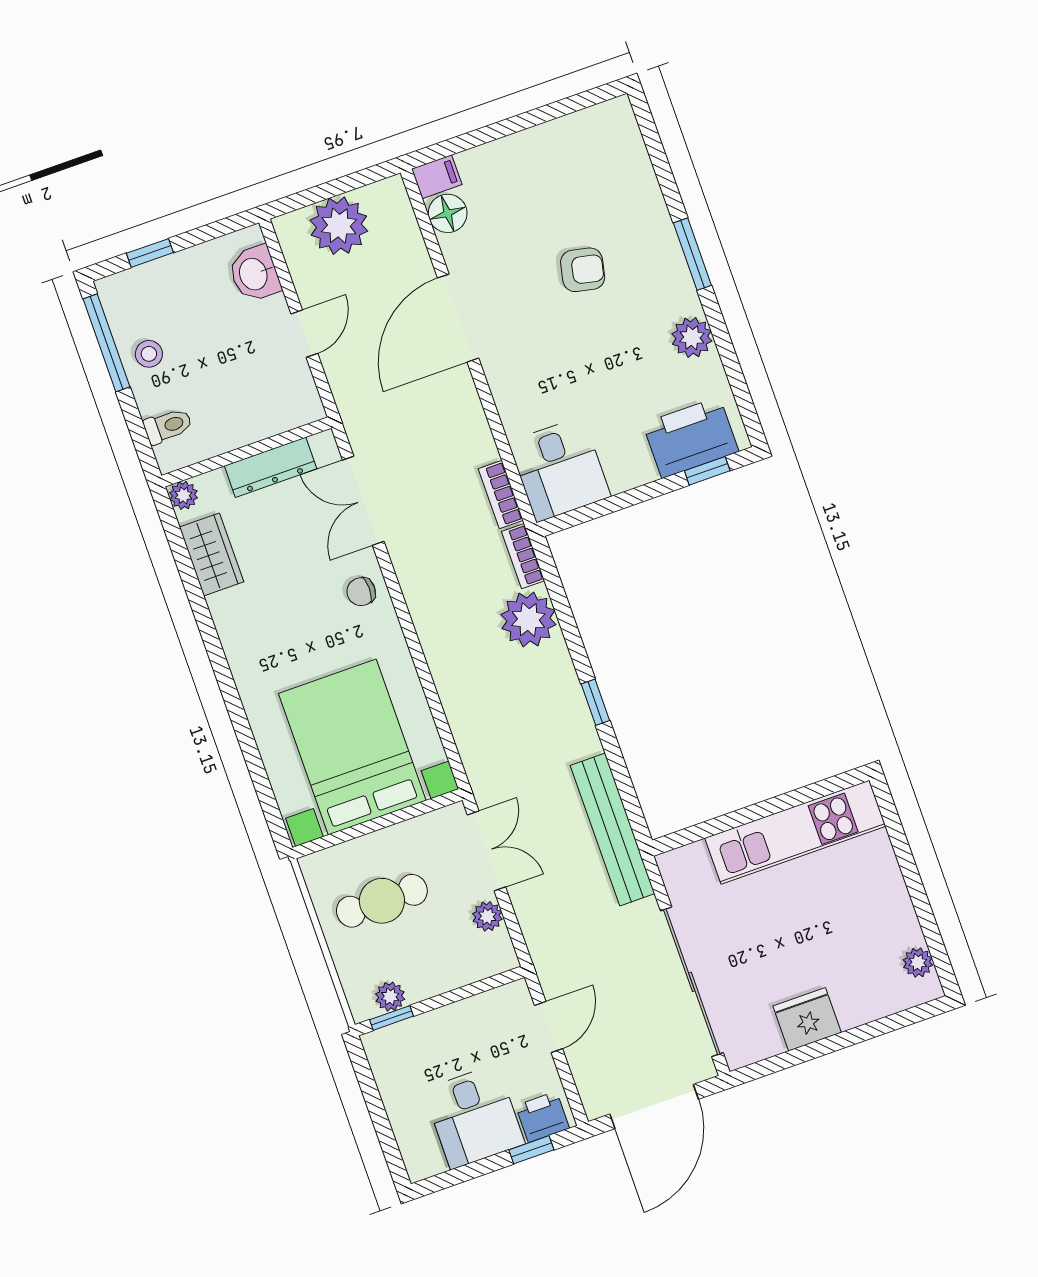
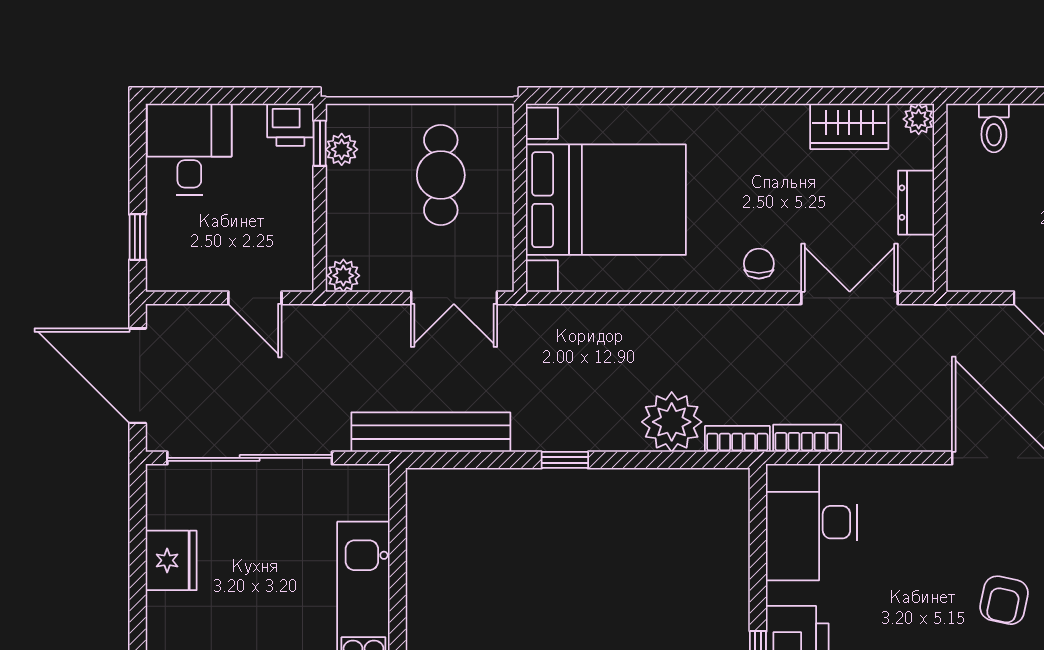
dresser: (271, 467) -> (916, 203), width x0.70
desk: (560, 469) -> (812, 522), width x1.37
plant: (487, 916) -> (343, 276), moved
desk: (474, 1117) -> (189, 149), moved, turned 90
printer: (542, 1117) -> (290, 125), moved, turned 90

